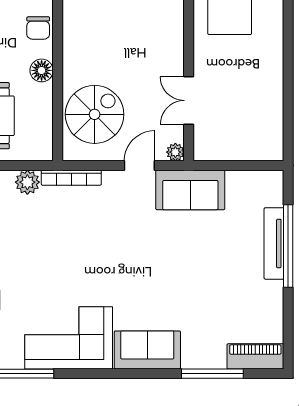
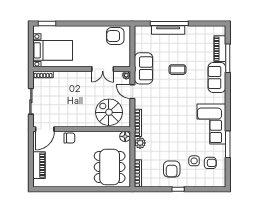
floor lamp: (42, 70) -> (125, 136), moved
armchair: (261, 128) -> (115, 36), added
coffee table: (188, 264) -> (177, 70), added
sofa: (147, 350) -> (217, 78), moved
piano: (255, 356) -> (220, 49), moved

